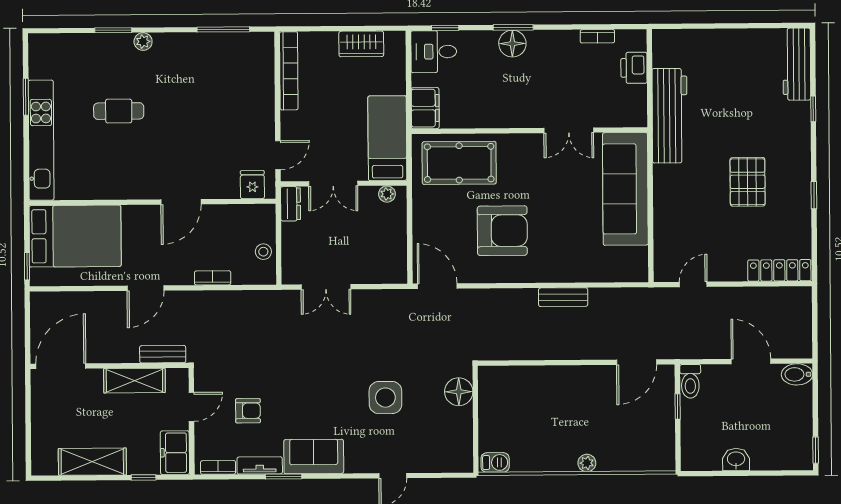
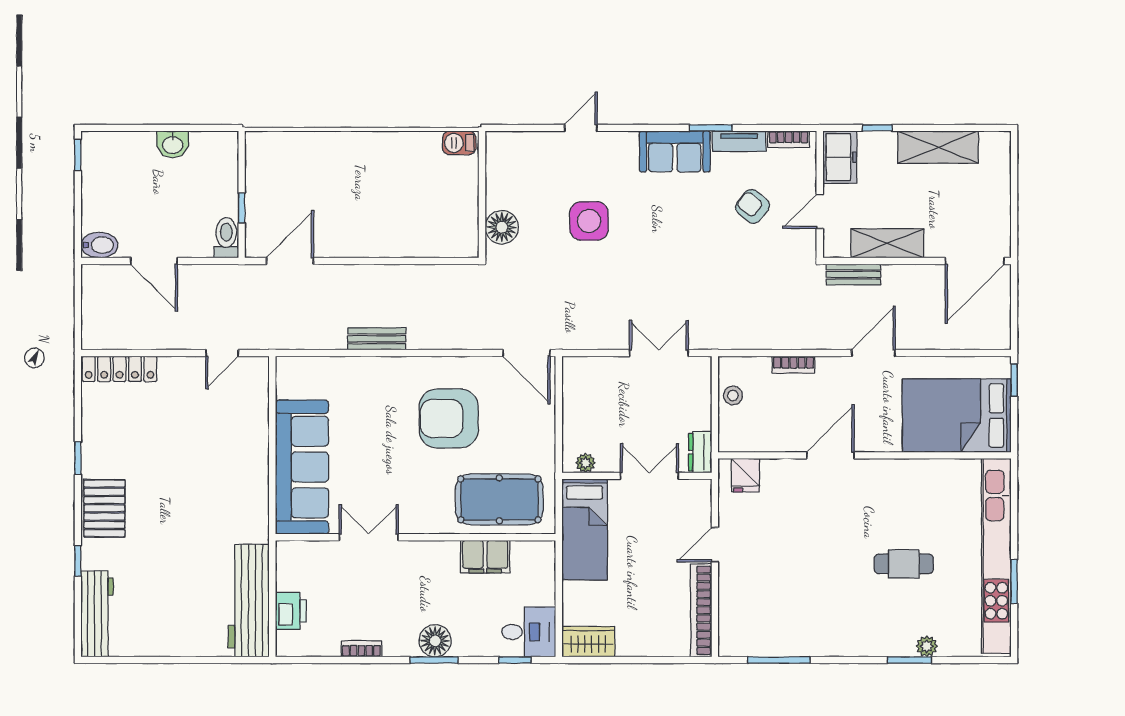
bookcase: (597, 36) -> (361, 649), moved
plant: (143, 42) -> (927, 646), moved
wardrobe: (361, 44) -> (588, 642), moved
filing cabinet: (425, 108) -> (485, 557), moved, turned -90
workbench: (670, 116) -> (249, 601), moved
kitchen unit: (41, 140) -> (996, 556), width x1.36
door: (278, 155) -> (715, 545), moved
pallet: (748, 182) -> (104, 508), moved
armchair: (248, 411) -> (753, 206), turned 39
plant: (587, 463) -> (350, 142), removed

